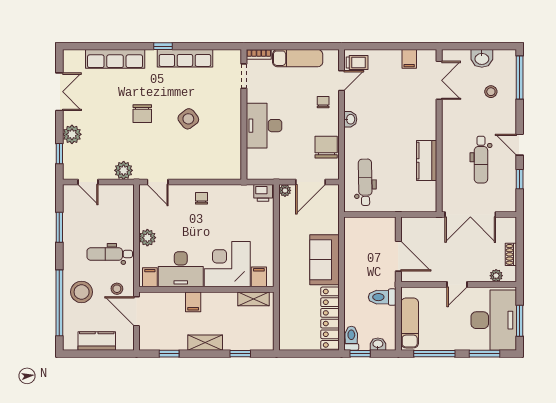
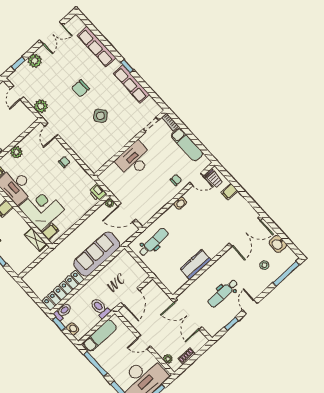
filing cabinet: (409, 59) -> (229, 192), moved
double door: (439, 80) -> (245, 232), width x1.37
chair: (326, 147) -> (153, 204), removed
sofa: (324, 260) -> (97, 254), width x1.36

